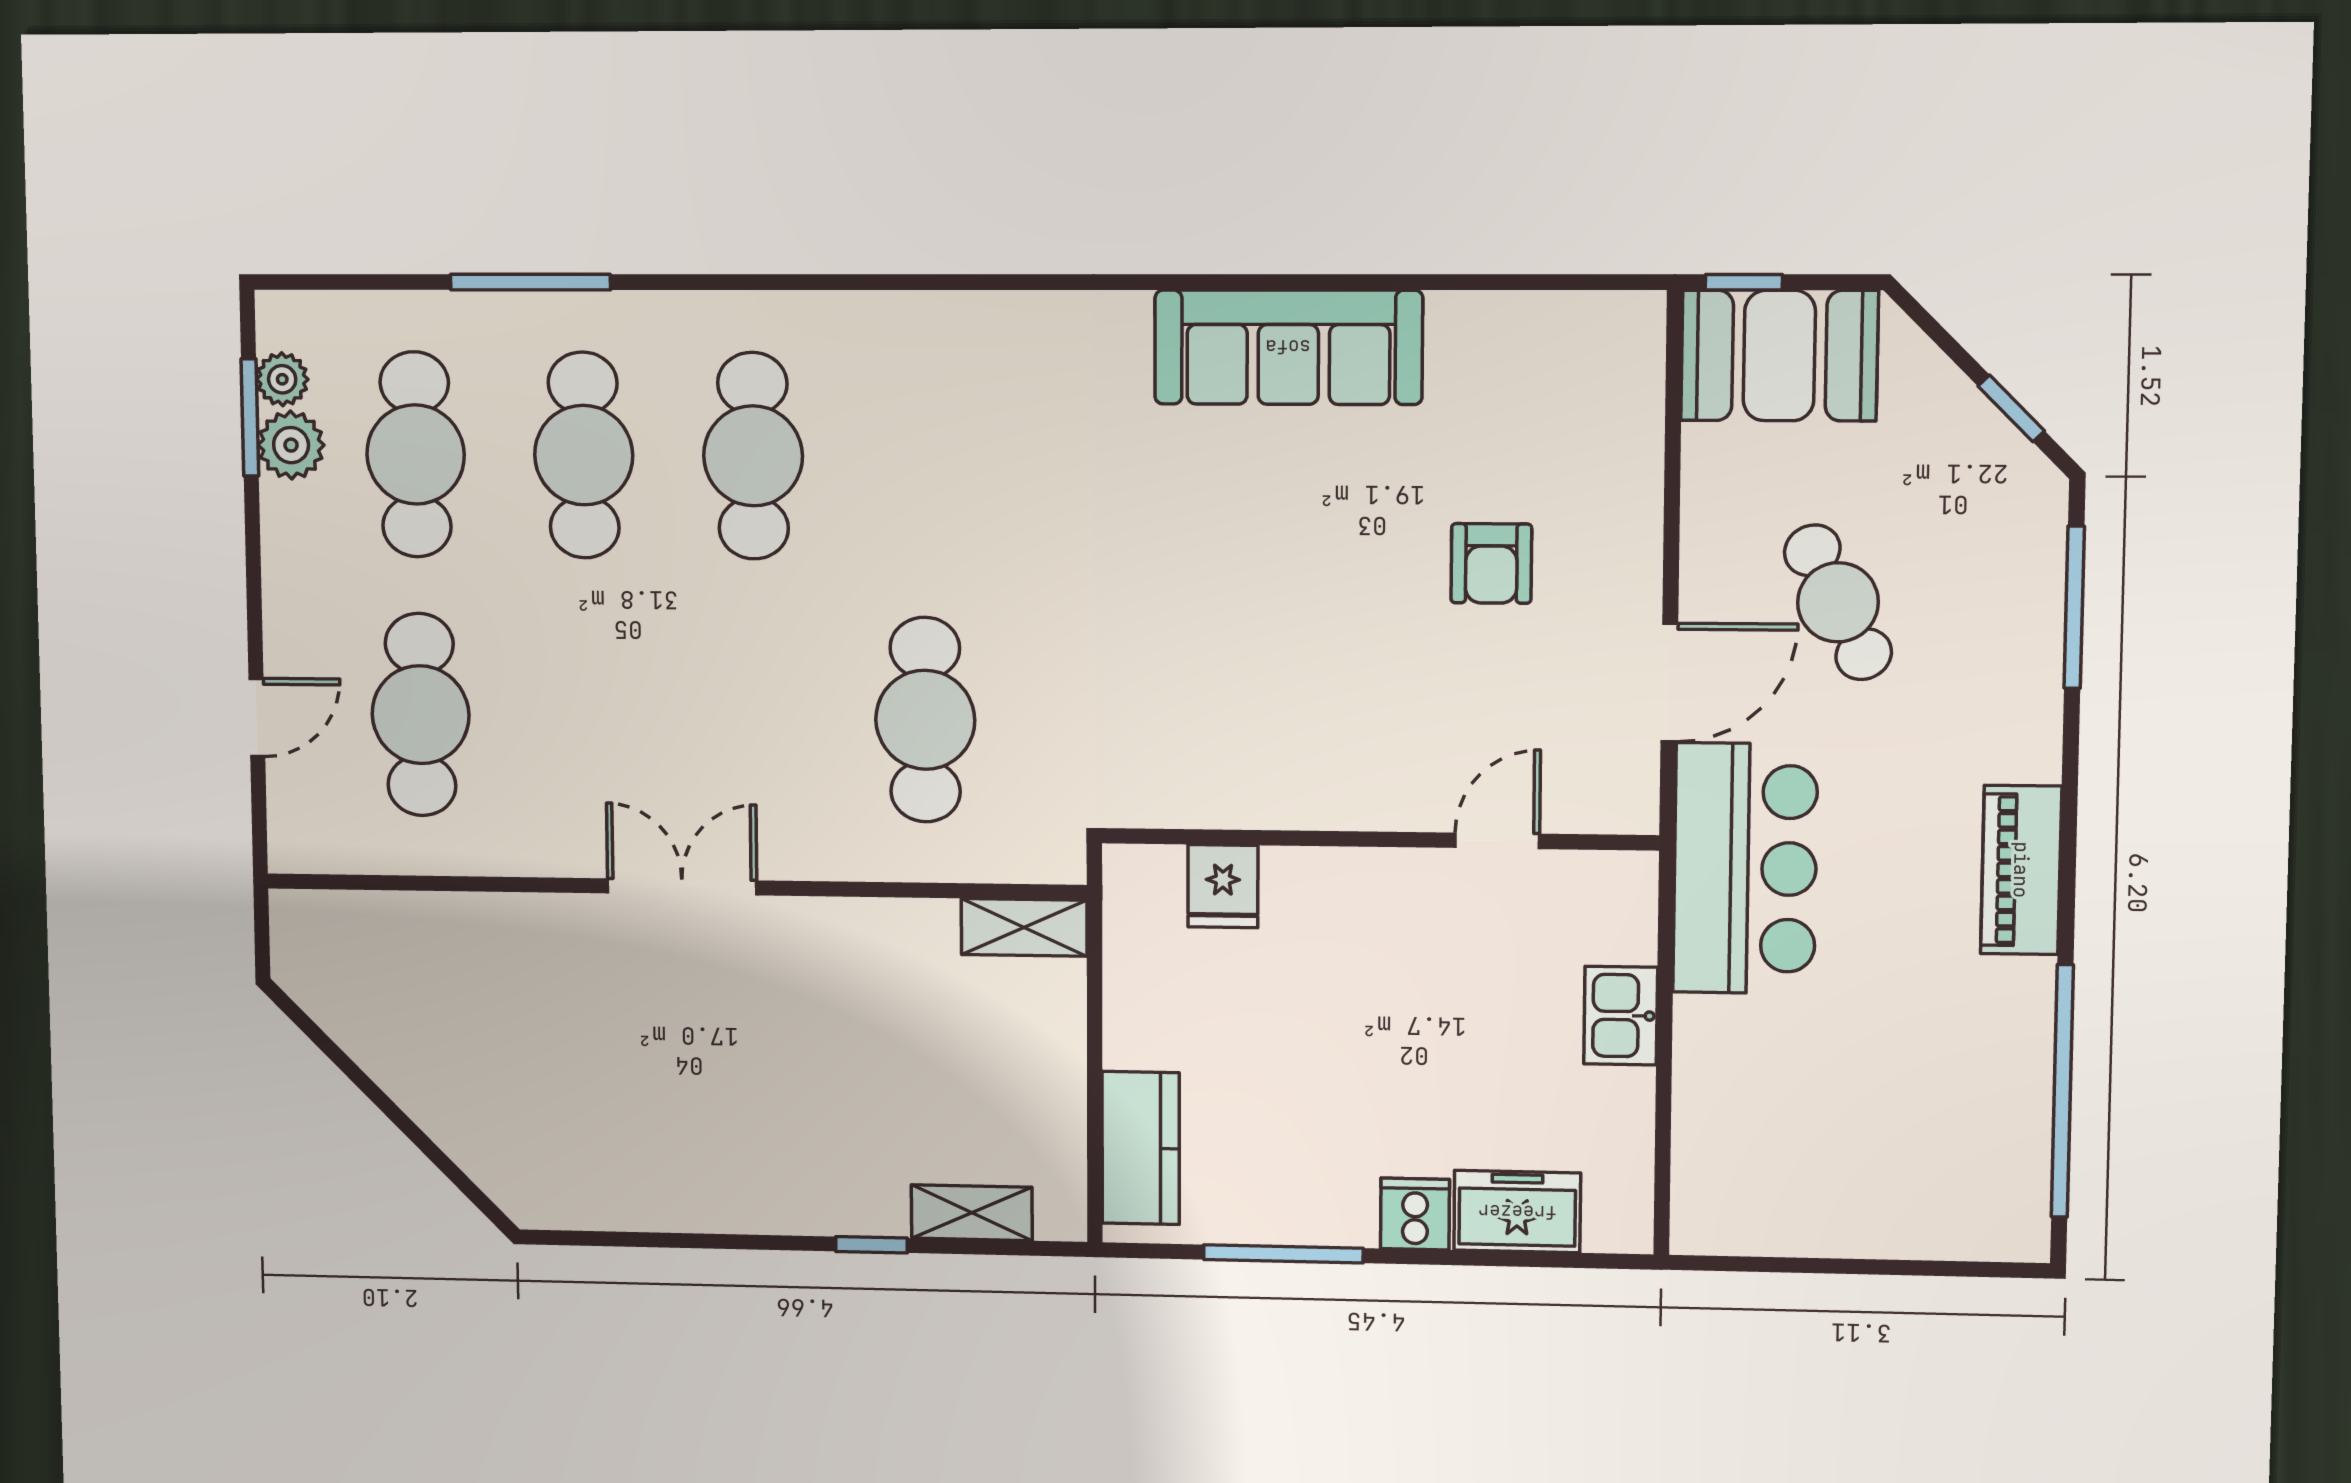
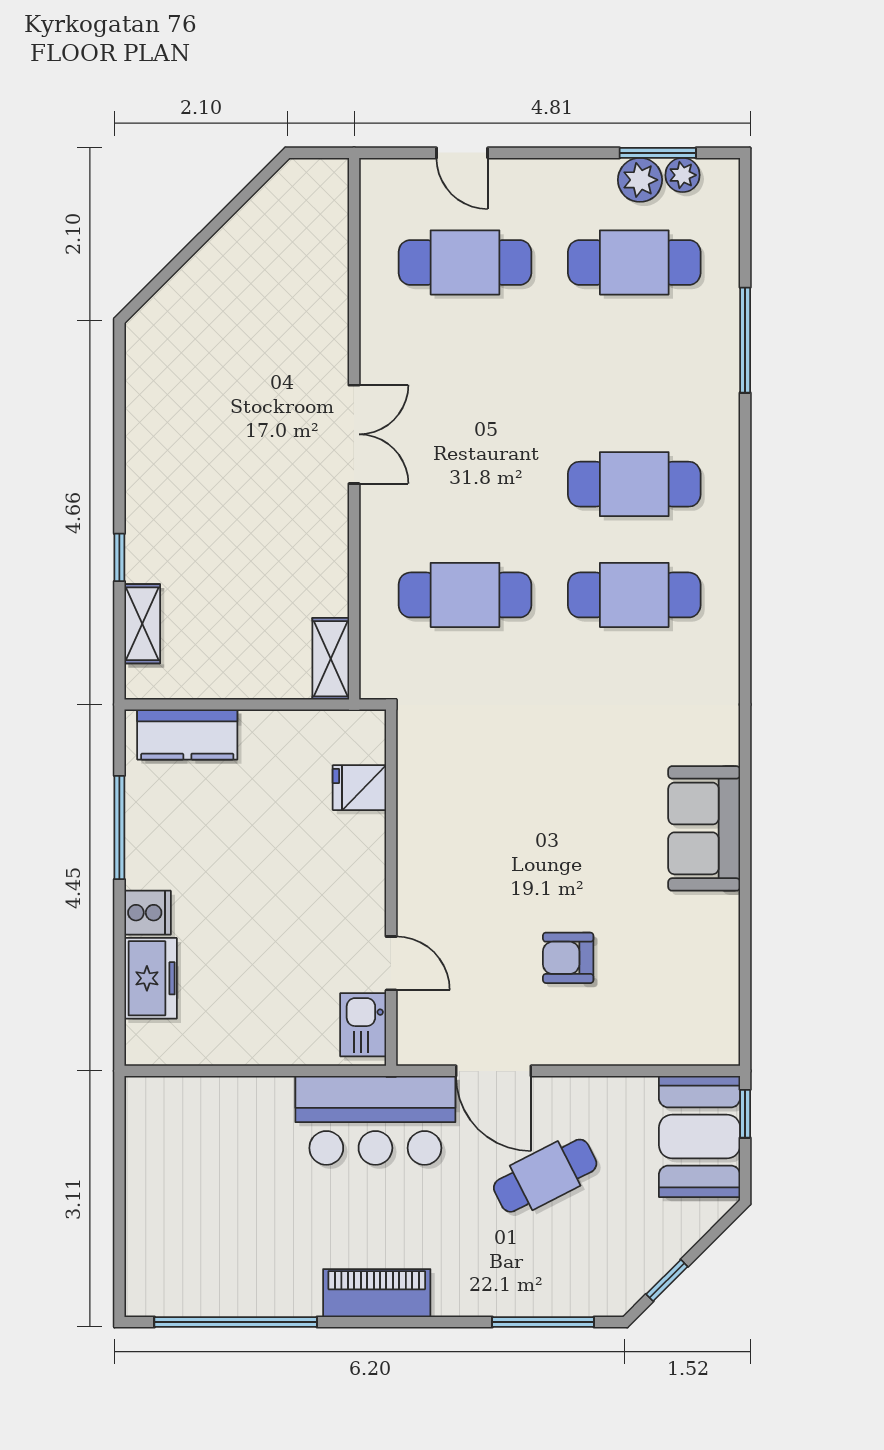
sofa: (1288, 347) -> (704, 828), width x0.73
cafe table: (584, 455) -> (634, 595), moved
kitchen sink: (1621, 1016) -> (363, 1025), moved, turned -90

